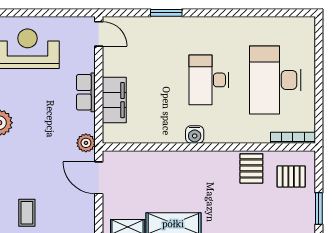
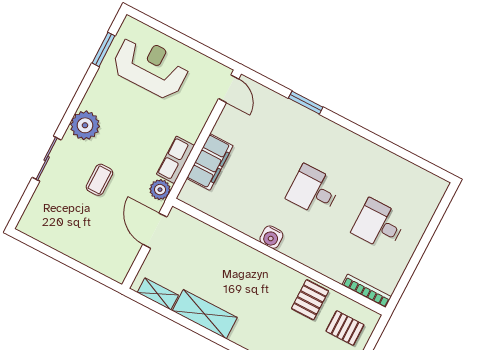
desk: (209, 80) -> (313, 191), width x0.73
desk: (275, 80) -> (379, 225), width x0.53, depth x0.77
row of seats: (86, 92) -> (175, 160), moved
coffee table: (27, 213) -> (99, 180), moved

